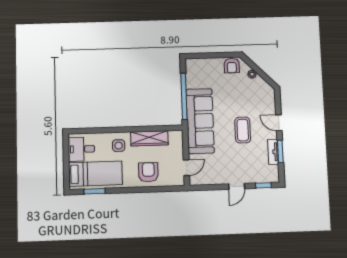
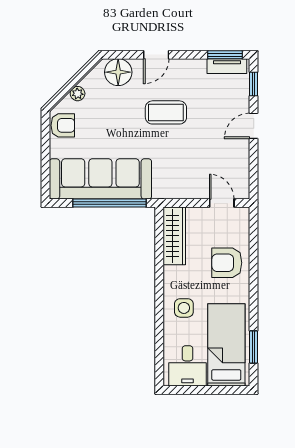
floor lamp: (267, 99) -> (118, 72), added
sofa: (200, 121) -> (100, 179), moved
wardrobe: (149, 138) -> (174, 236), moved
window: (280, 151) -> (225, 55), moved
tv unit: (273, 152) -> (227, 66), moved
door: (237, 186) -> (254, 126), swing flipped

